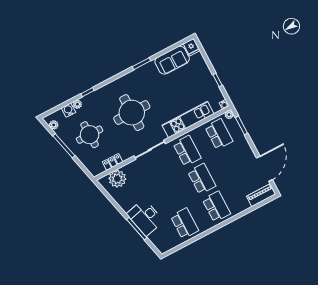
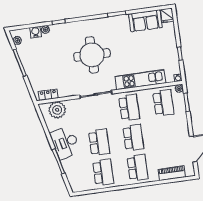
round table: (90, 135) -> (46, 61), removed
locker: (113, 162) -> (48, 95), moved
piano: (261, 195) -> (172, 173), moved
school desk: (170, 196) -> (99, 142), added
desk: (145, 217) -> (65, 143), moved

